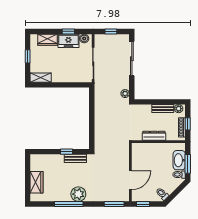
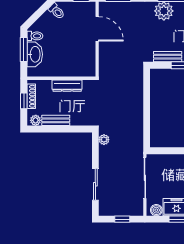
sliding door: (132, 59) -> (95, 184), width x0.73
door: (130, 180) -> (97, 29), swing flipped

